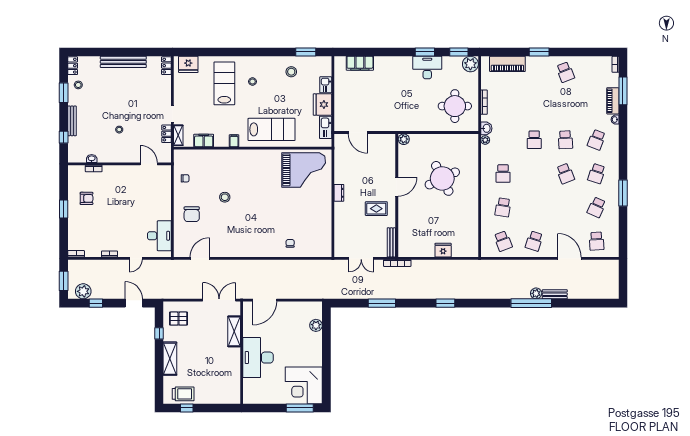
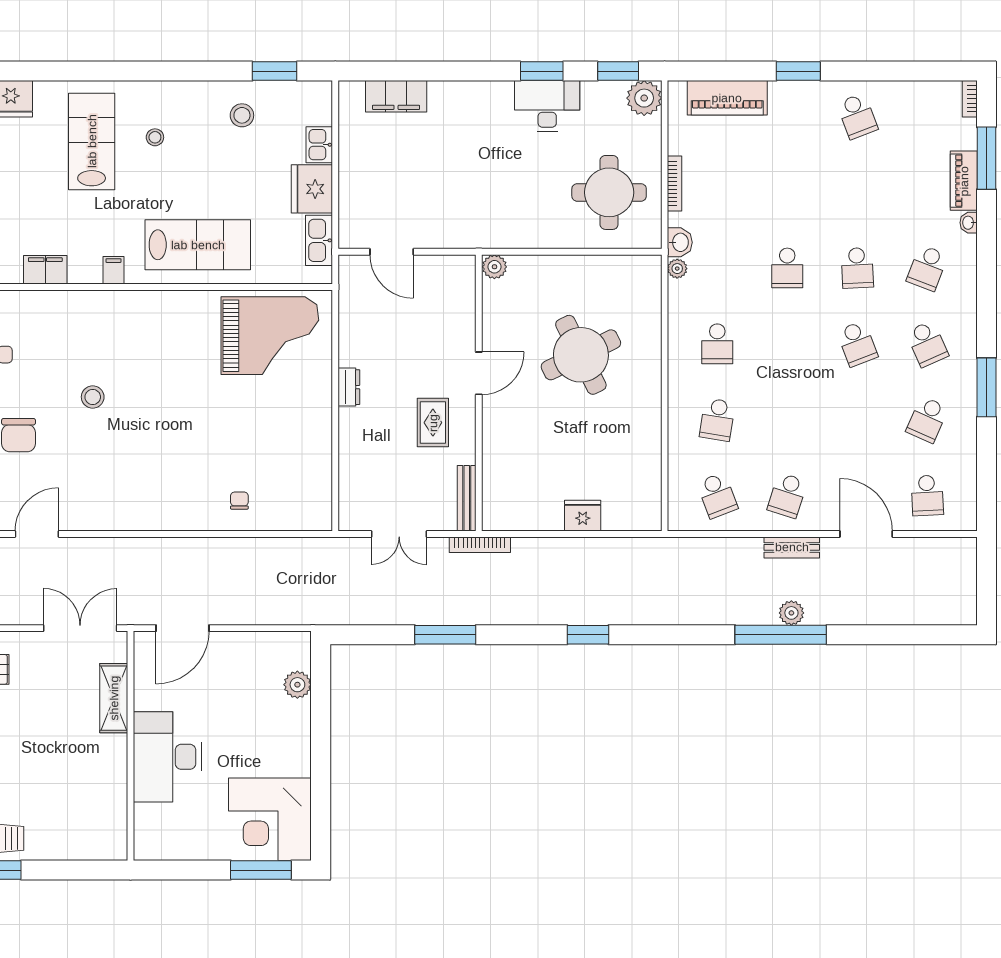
school desk: (597, 174) -> (927, 344), turned -42
rug: (376, 209) -> (433, 423), turned 90
bench: (555, 294) -> (792, 547), moved

